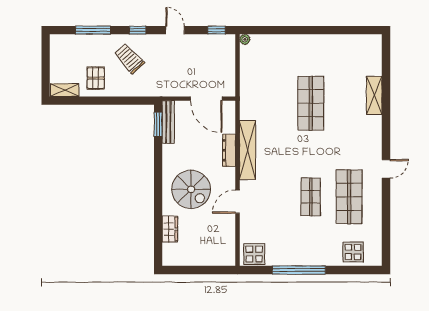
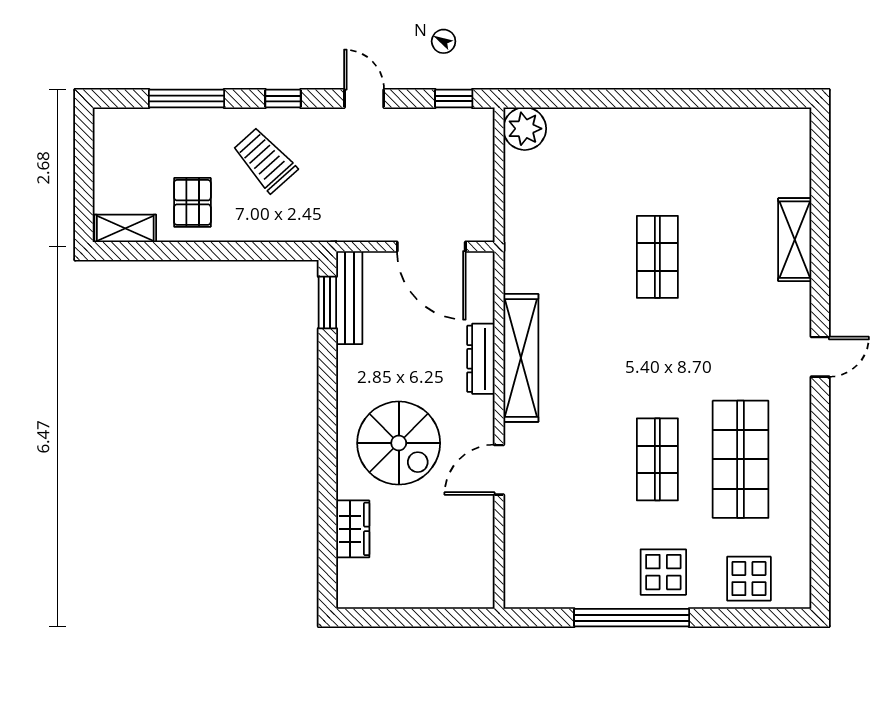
plant: (245, 39) -> (525, 129), width x1.88, depth x1.88
shop shelf: (311, 103) -> (657, 257), width x0.70, depth x0.74
door: (386, 169) -> (820, 357), moved
display table: (254, 254) -> (663, 572), moved

